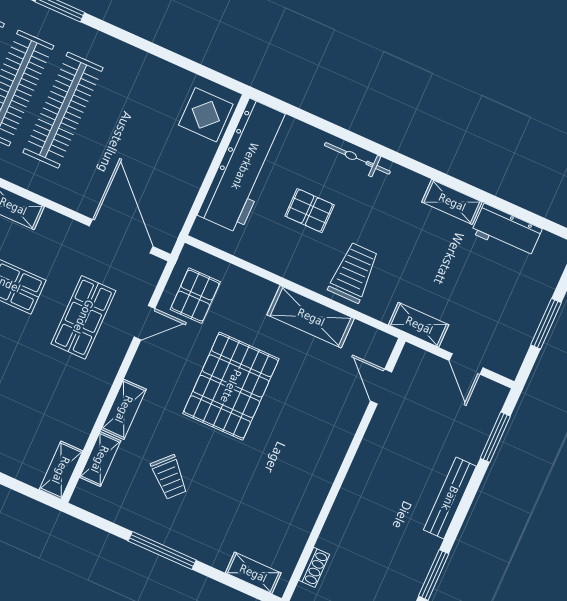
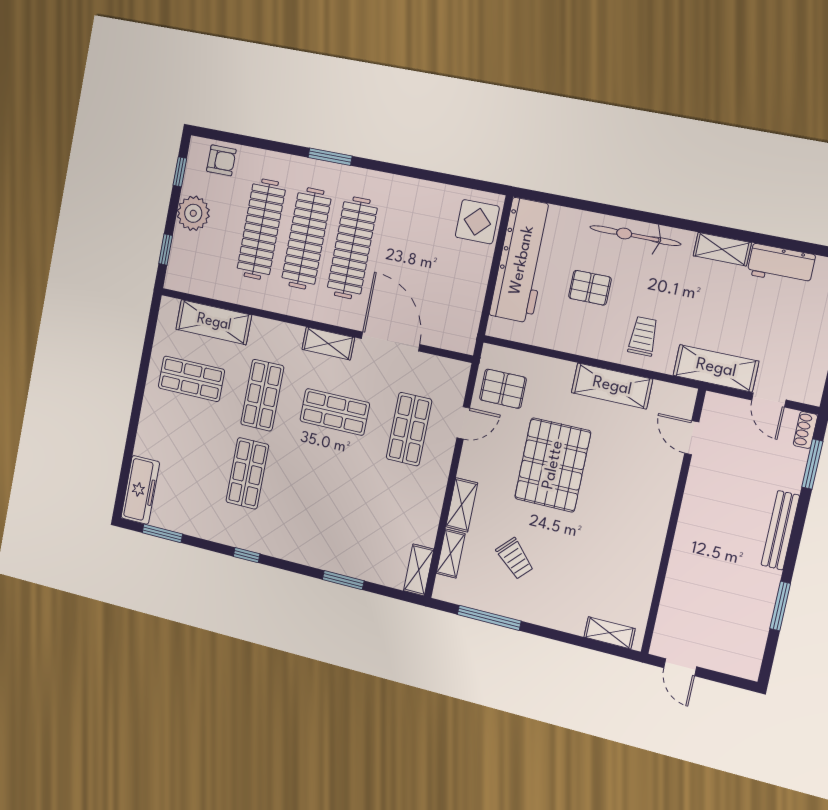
bicycle: (357, 158) -> (635, 236), width x1.37, depth x1.40
door: (121, 236) -> (390, 341), moved
trolley: (354, 273) -> (643, 336), width x0.73, depth x0.72
pallet: (195, 296) -> (503, 389), turned 90
shelving: (419, 325) -> (716, 368), width x1.50, depth x1.33
window: (162, 551) -> (489, 618), moved
shoe rack: (314, 567) -> (805, 430), moved, turned 180

